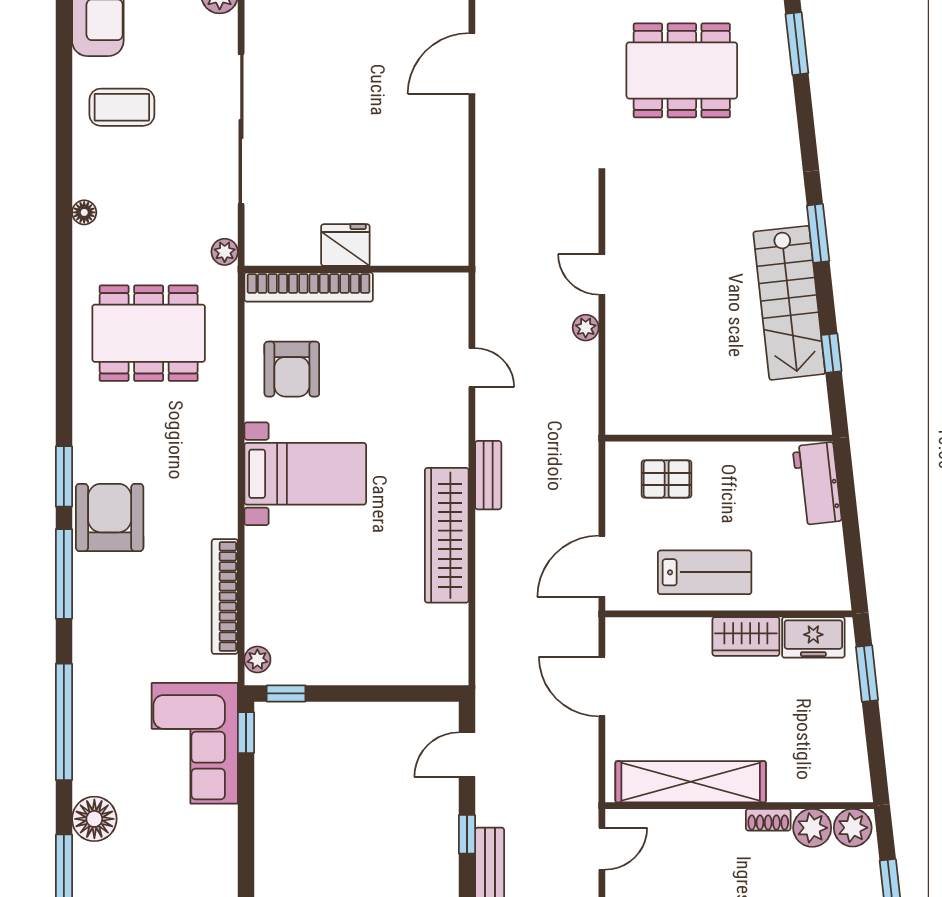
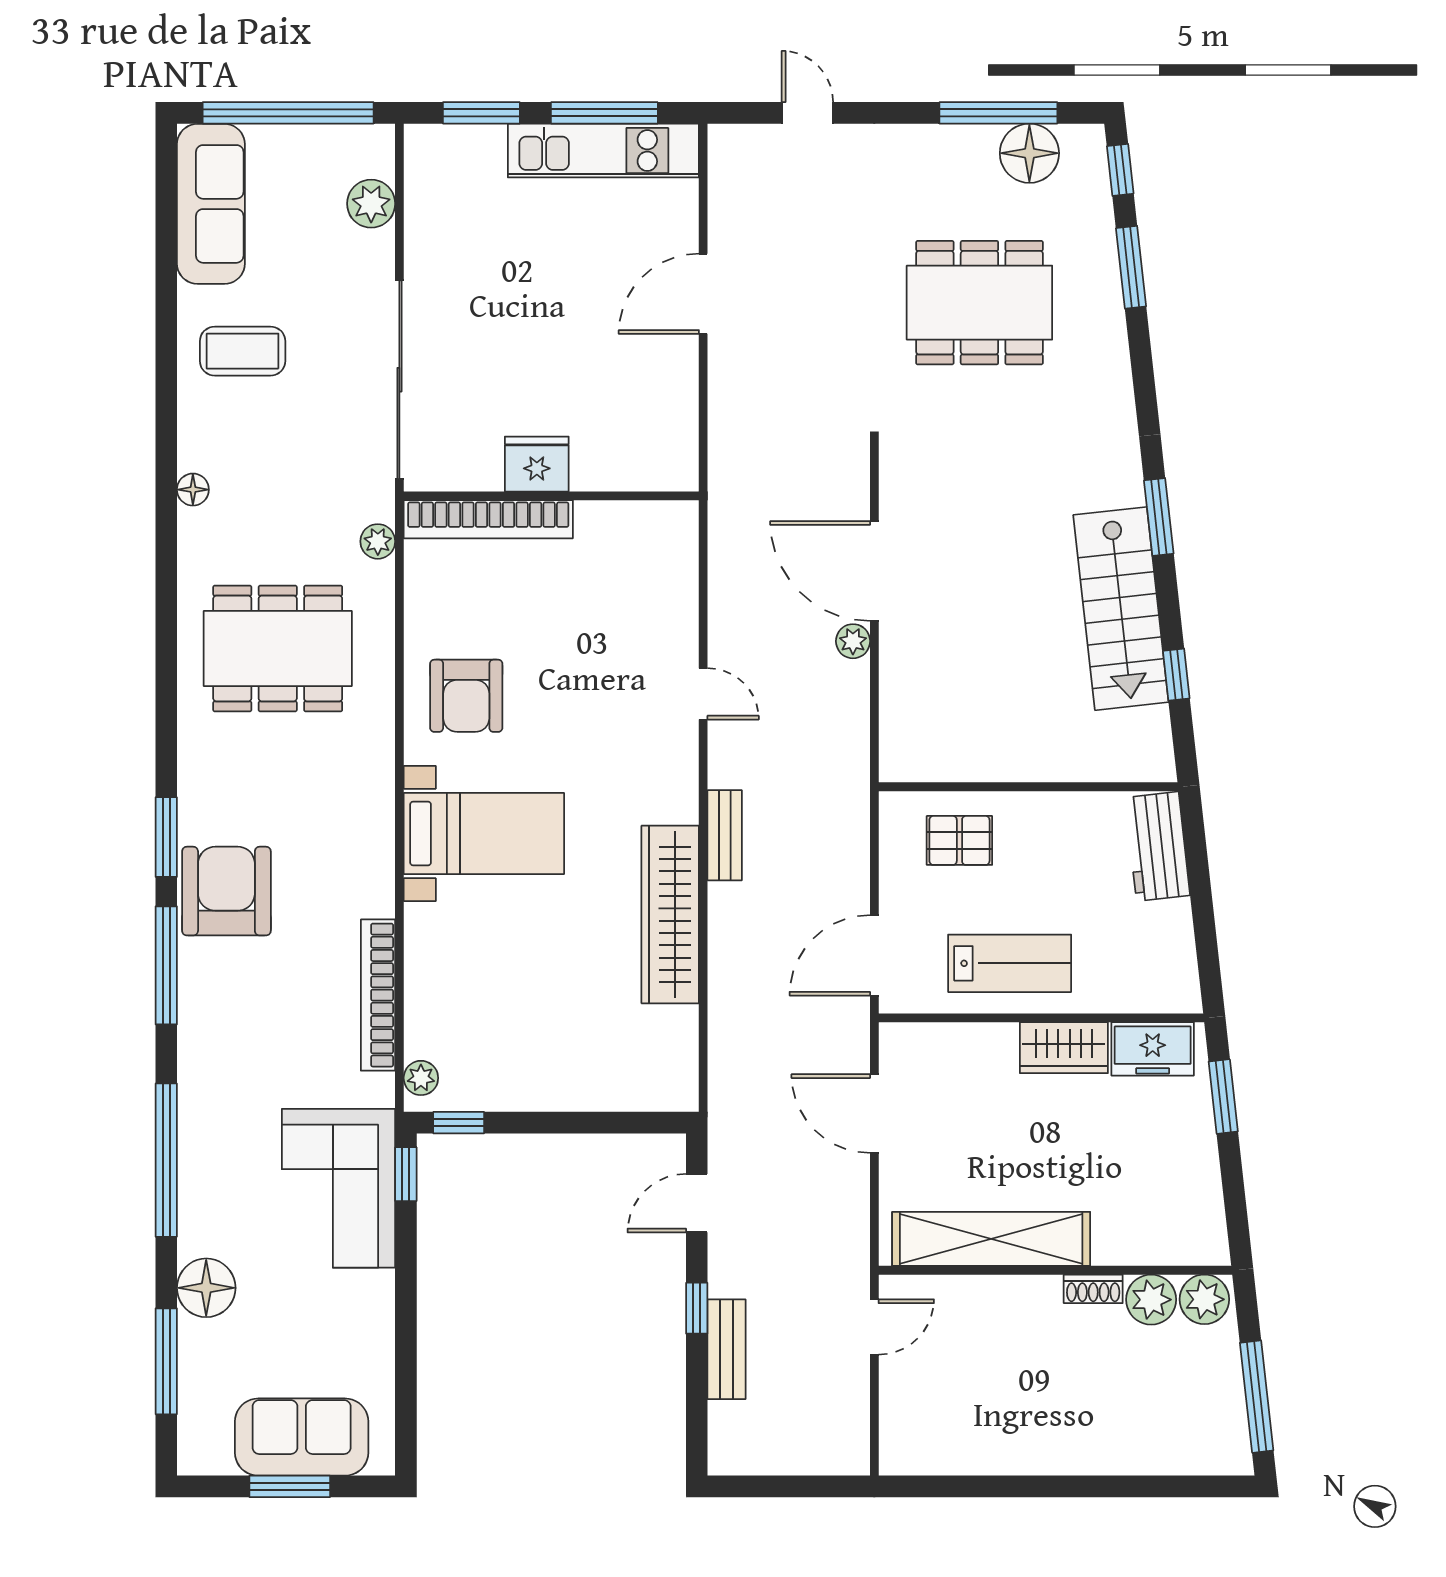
fridge: (345, 245) -> (537, 464), moved
wall: (356, 269) -> (551, 496), moved
door: (602, 274) -> (874, 571), width x1.87
bookcase: (309, 287) -> (488, 519), moved

